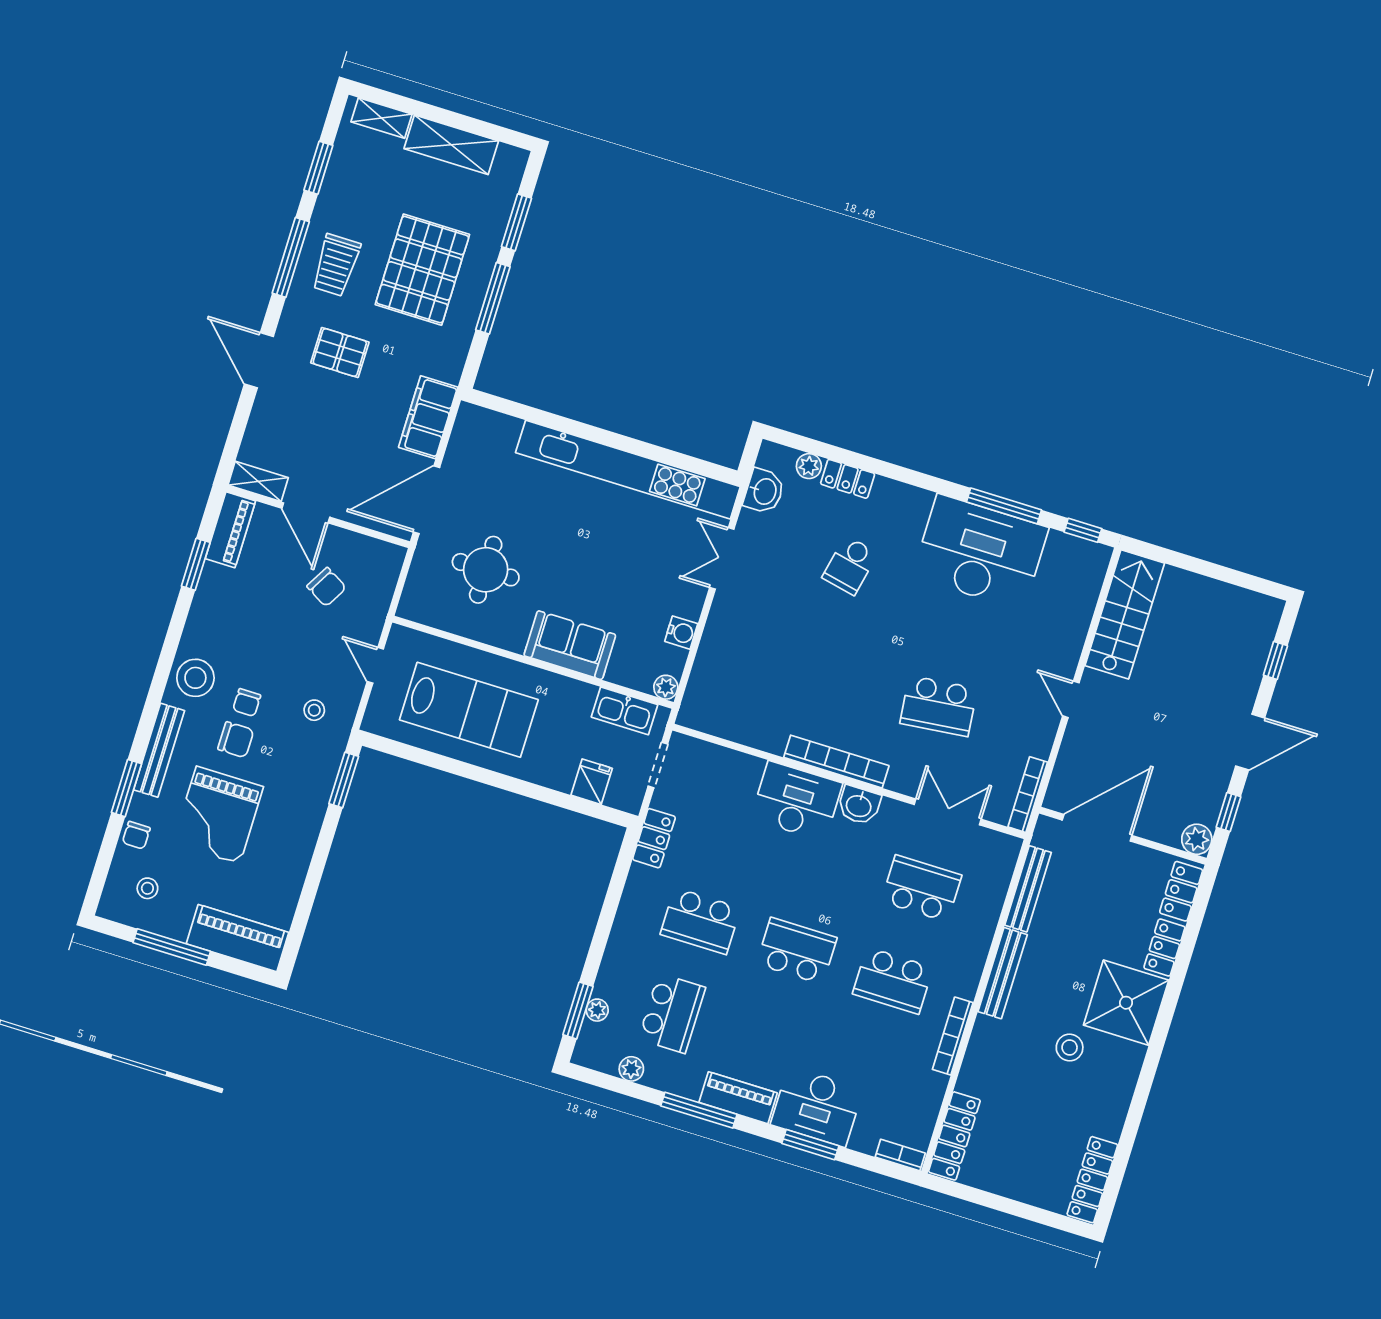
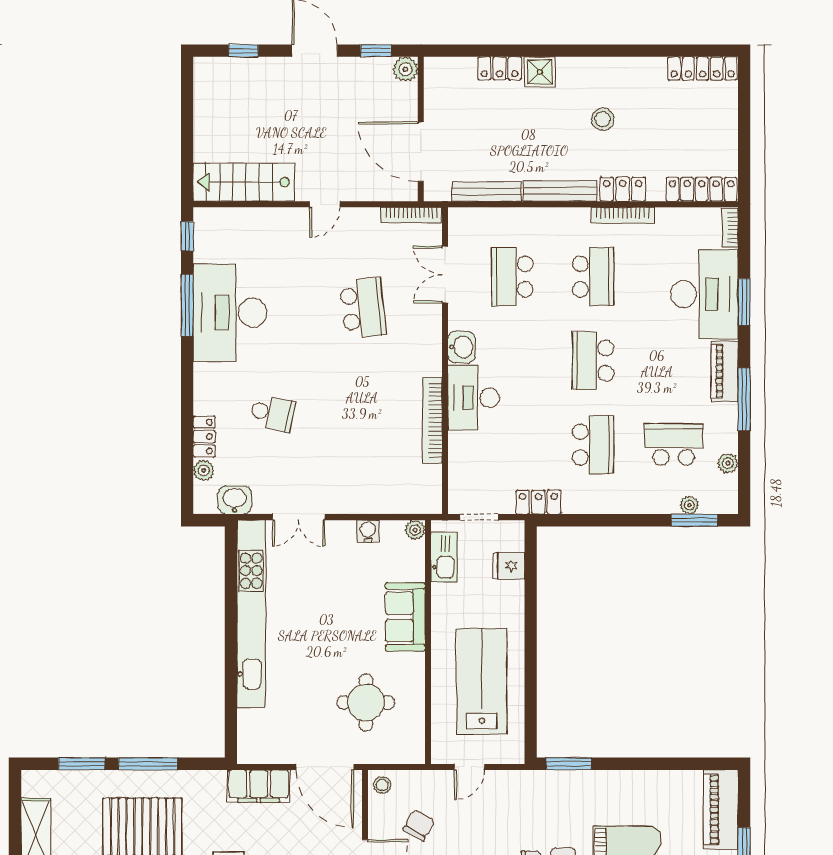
stool: (314, 710) -> (382, 785), moved
bookcase: (836, 762) -> (432, 420), moved
locker: (1181, 891) -> (623, 189), moved, turned 180
shower: (1126, 1003) -> (540, 72), width x0.54, depth x0.54
desk: (817, 1107) -> (704, 294), width x1.36, depth x1.30

